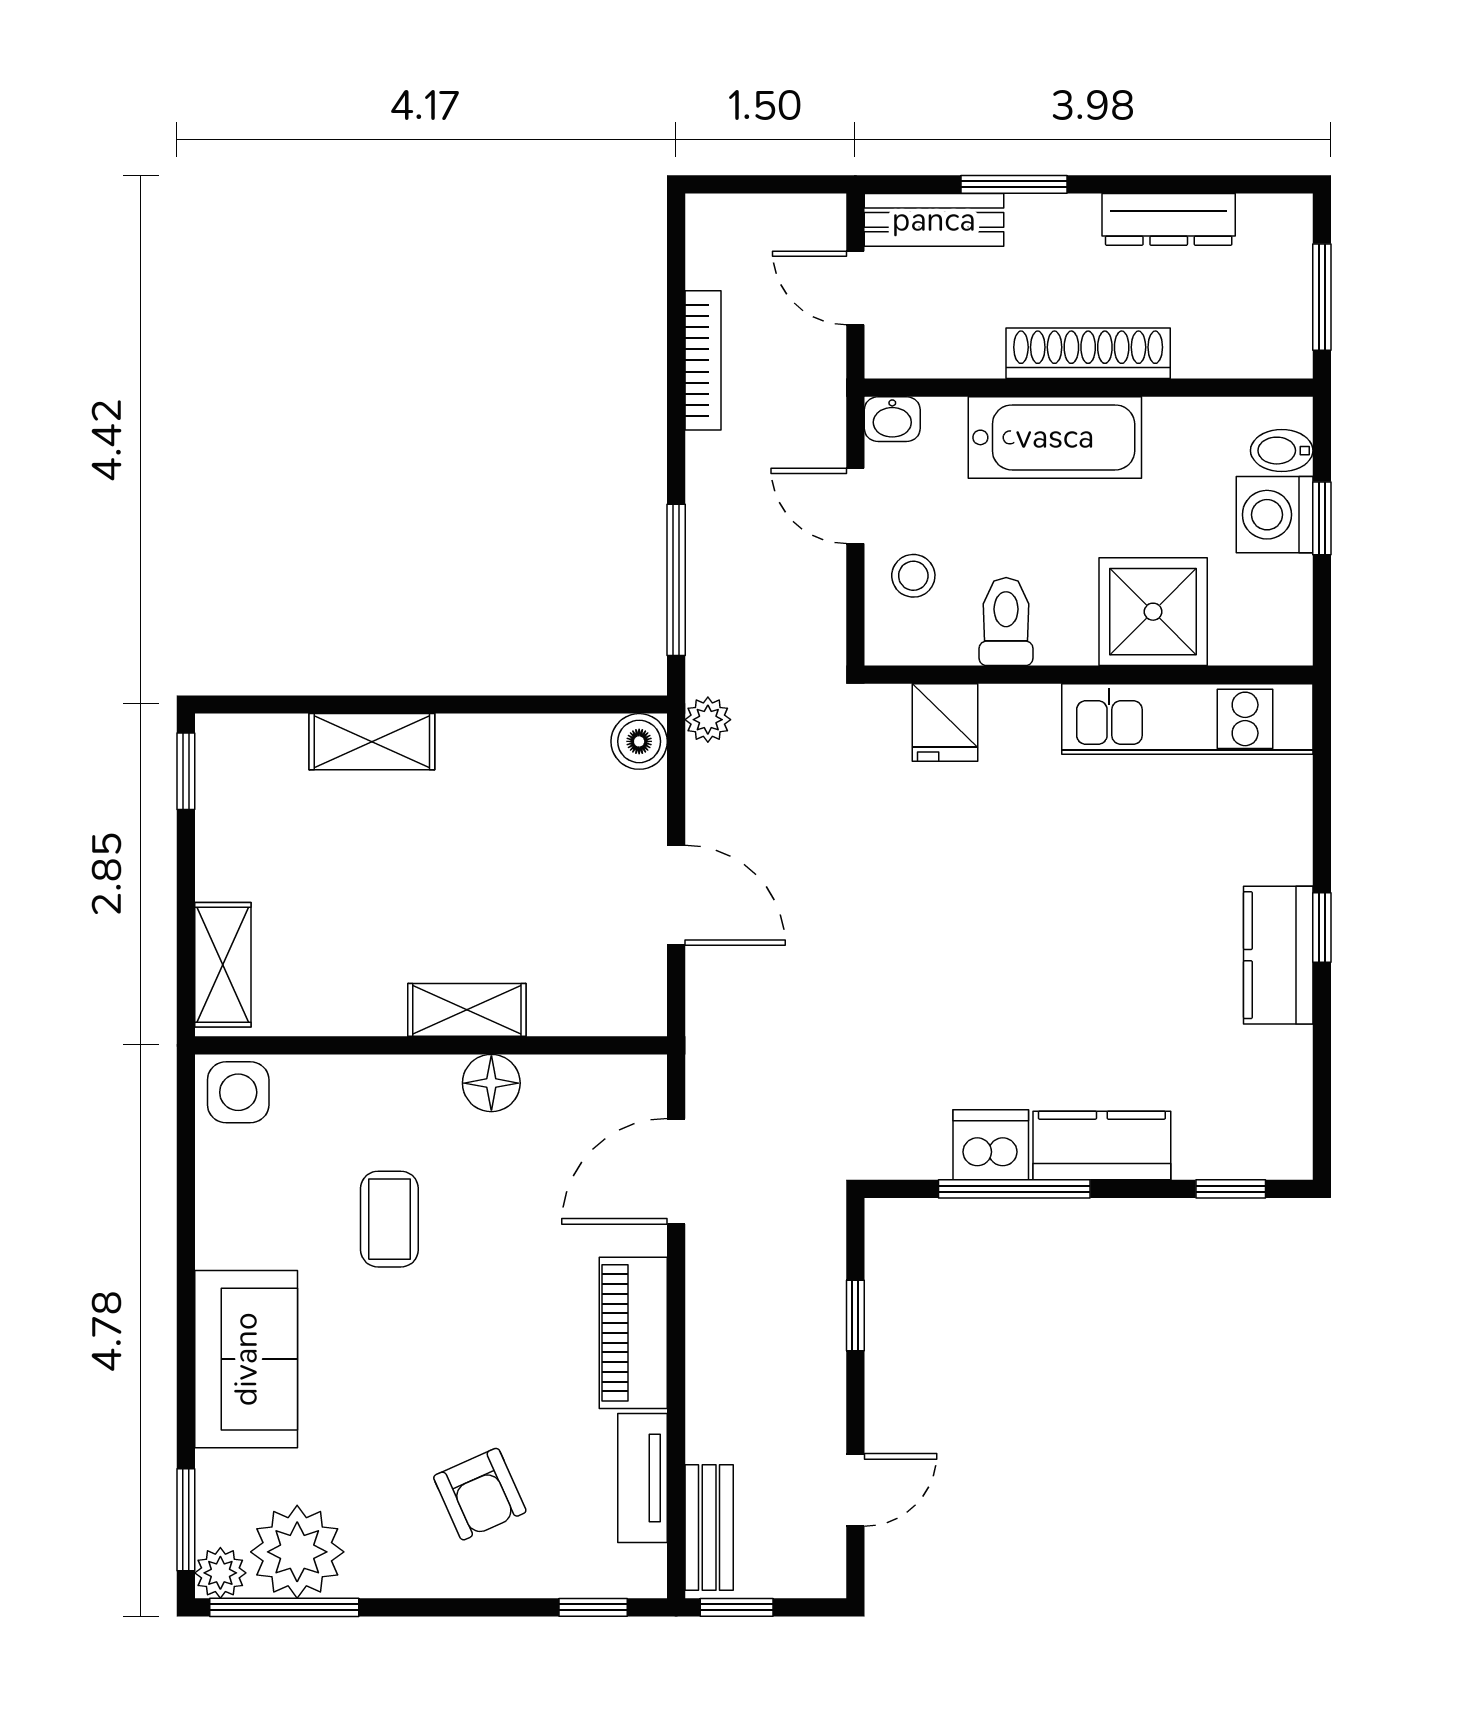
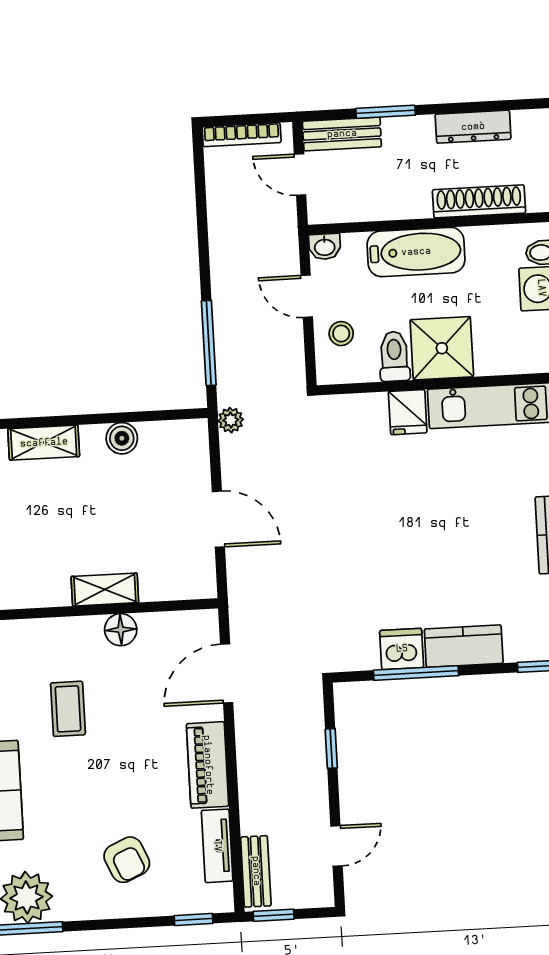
shoe rack: (1088, 353) -> (479, 201), moved
bookcase: (703, 360) -> (242, 135), moved, turned 90
shower: (1153, 612) -> (442, 348), moved
fridge: (945, 722) -> (408, 412), moved
boiler: (639, 741) -> (122, 438), moved

